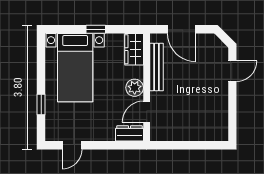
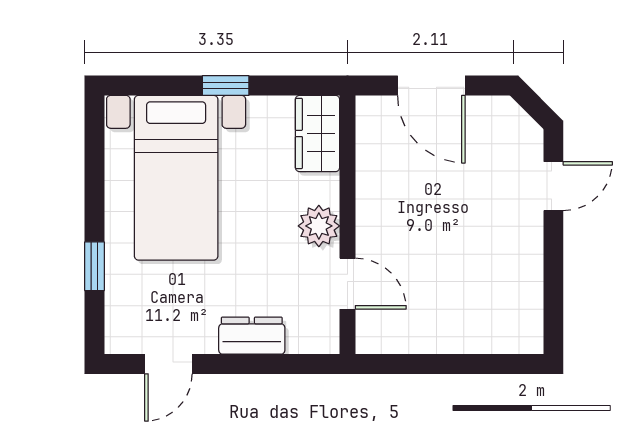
bench: (156, 67) -> (371, 176), removed
door: (147, 112) -> (347, 284), swing flipped
dresser: (129, 133) -> (252, 336), moved

